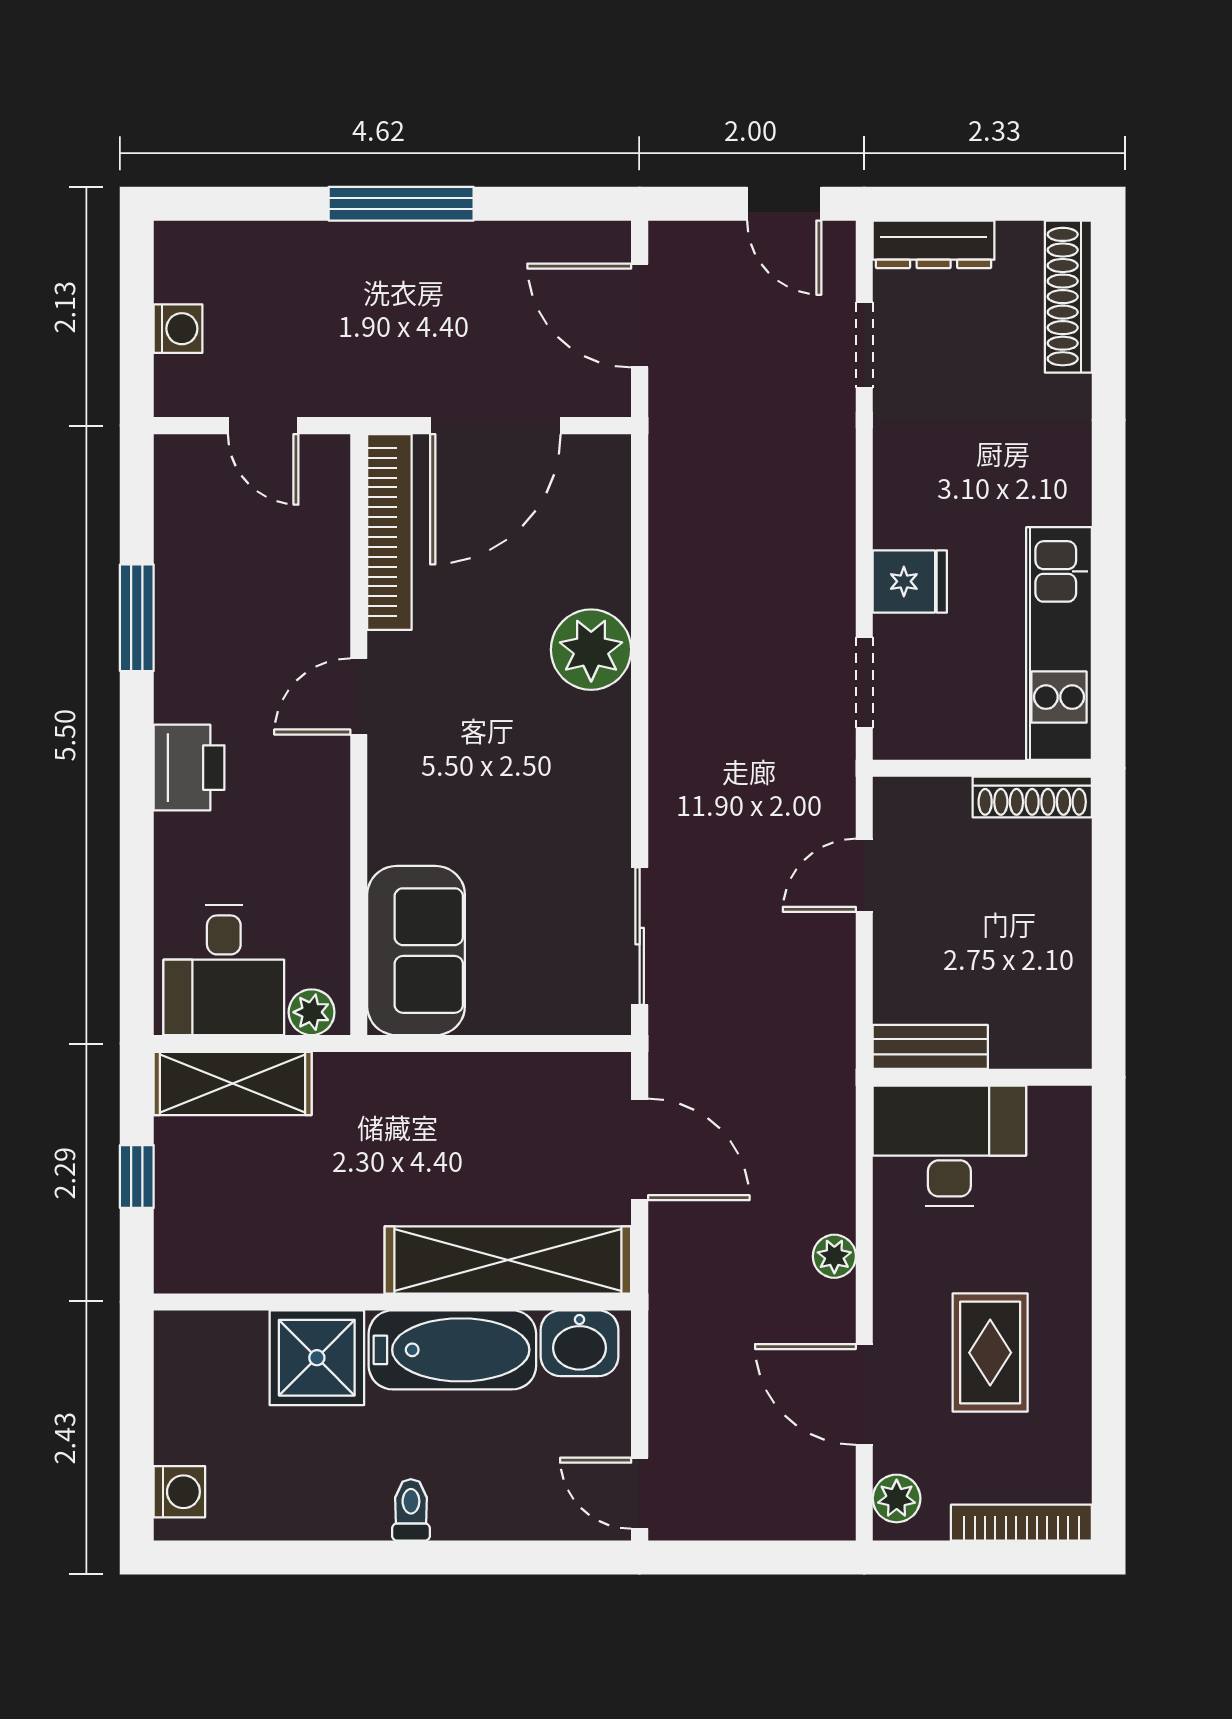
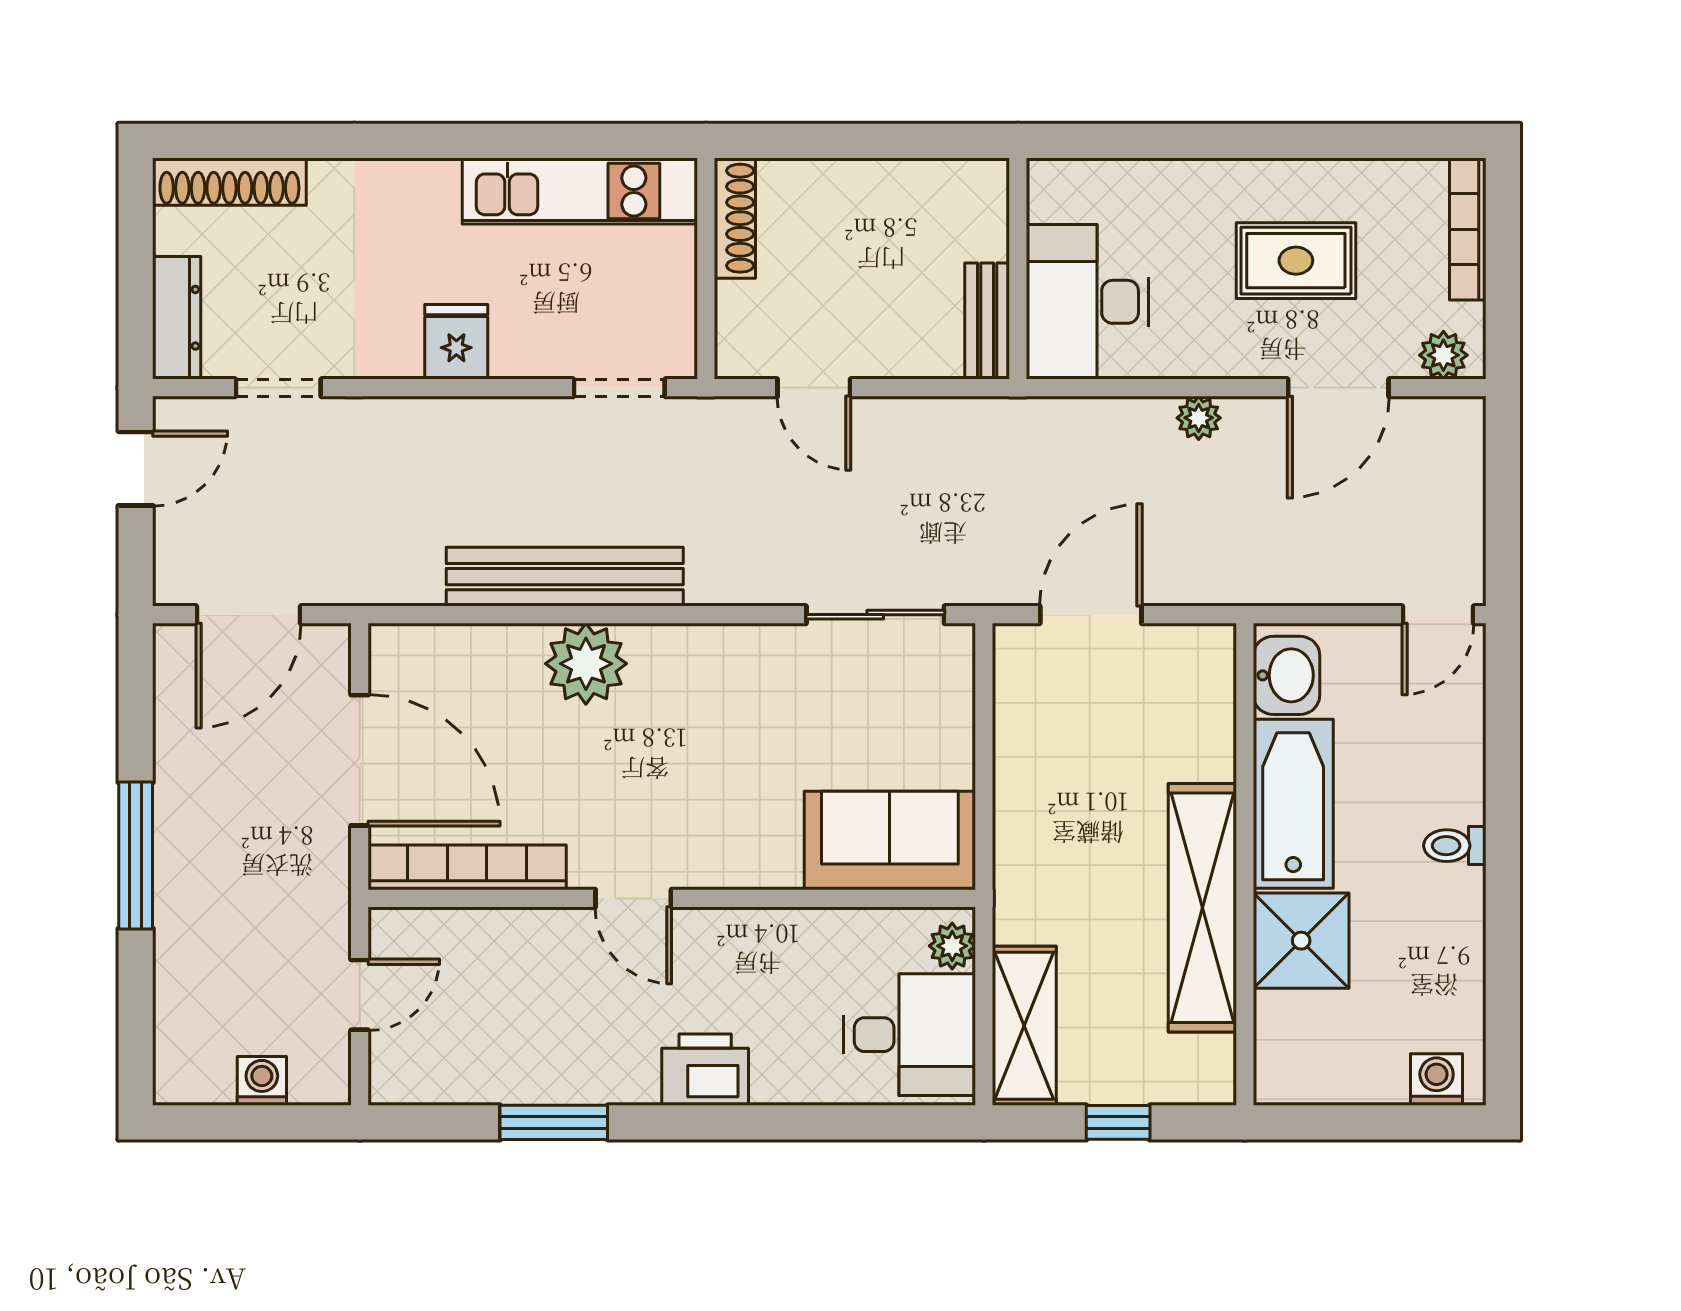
fridge: (910, 581) -> (456, 342), moved
bench: (677, 629) -> (565, 577), added
shelving: (508, 1260) -> (1202, 908), moved

